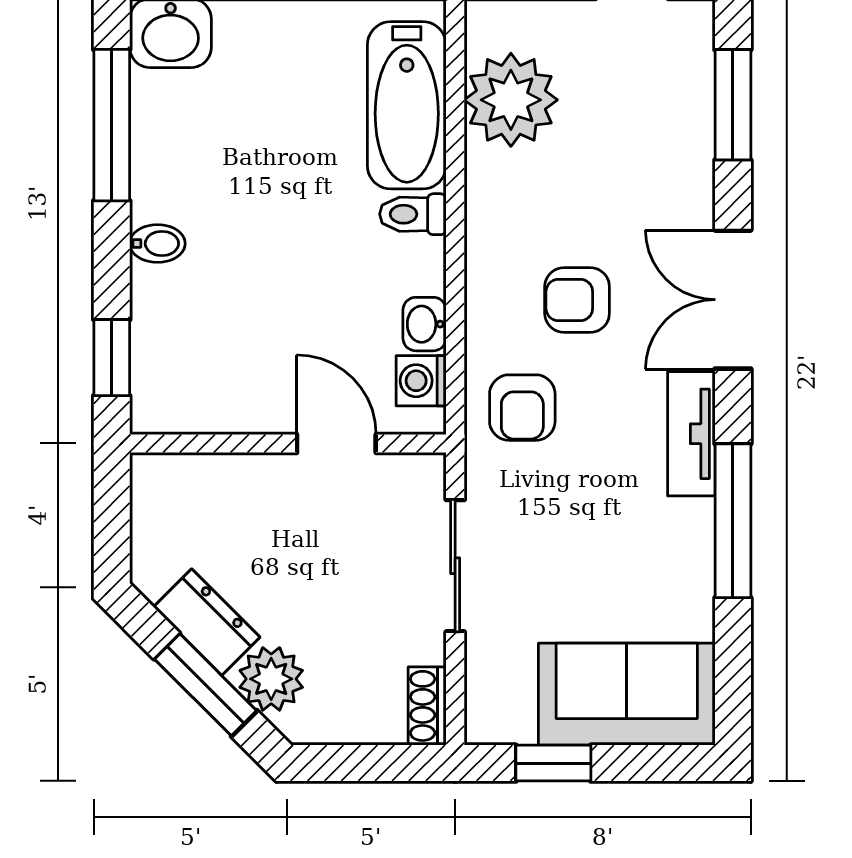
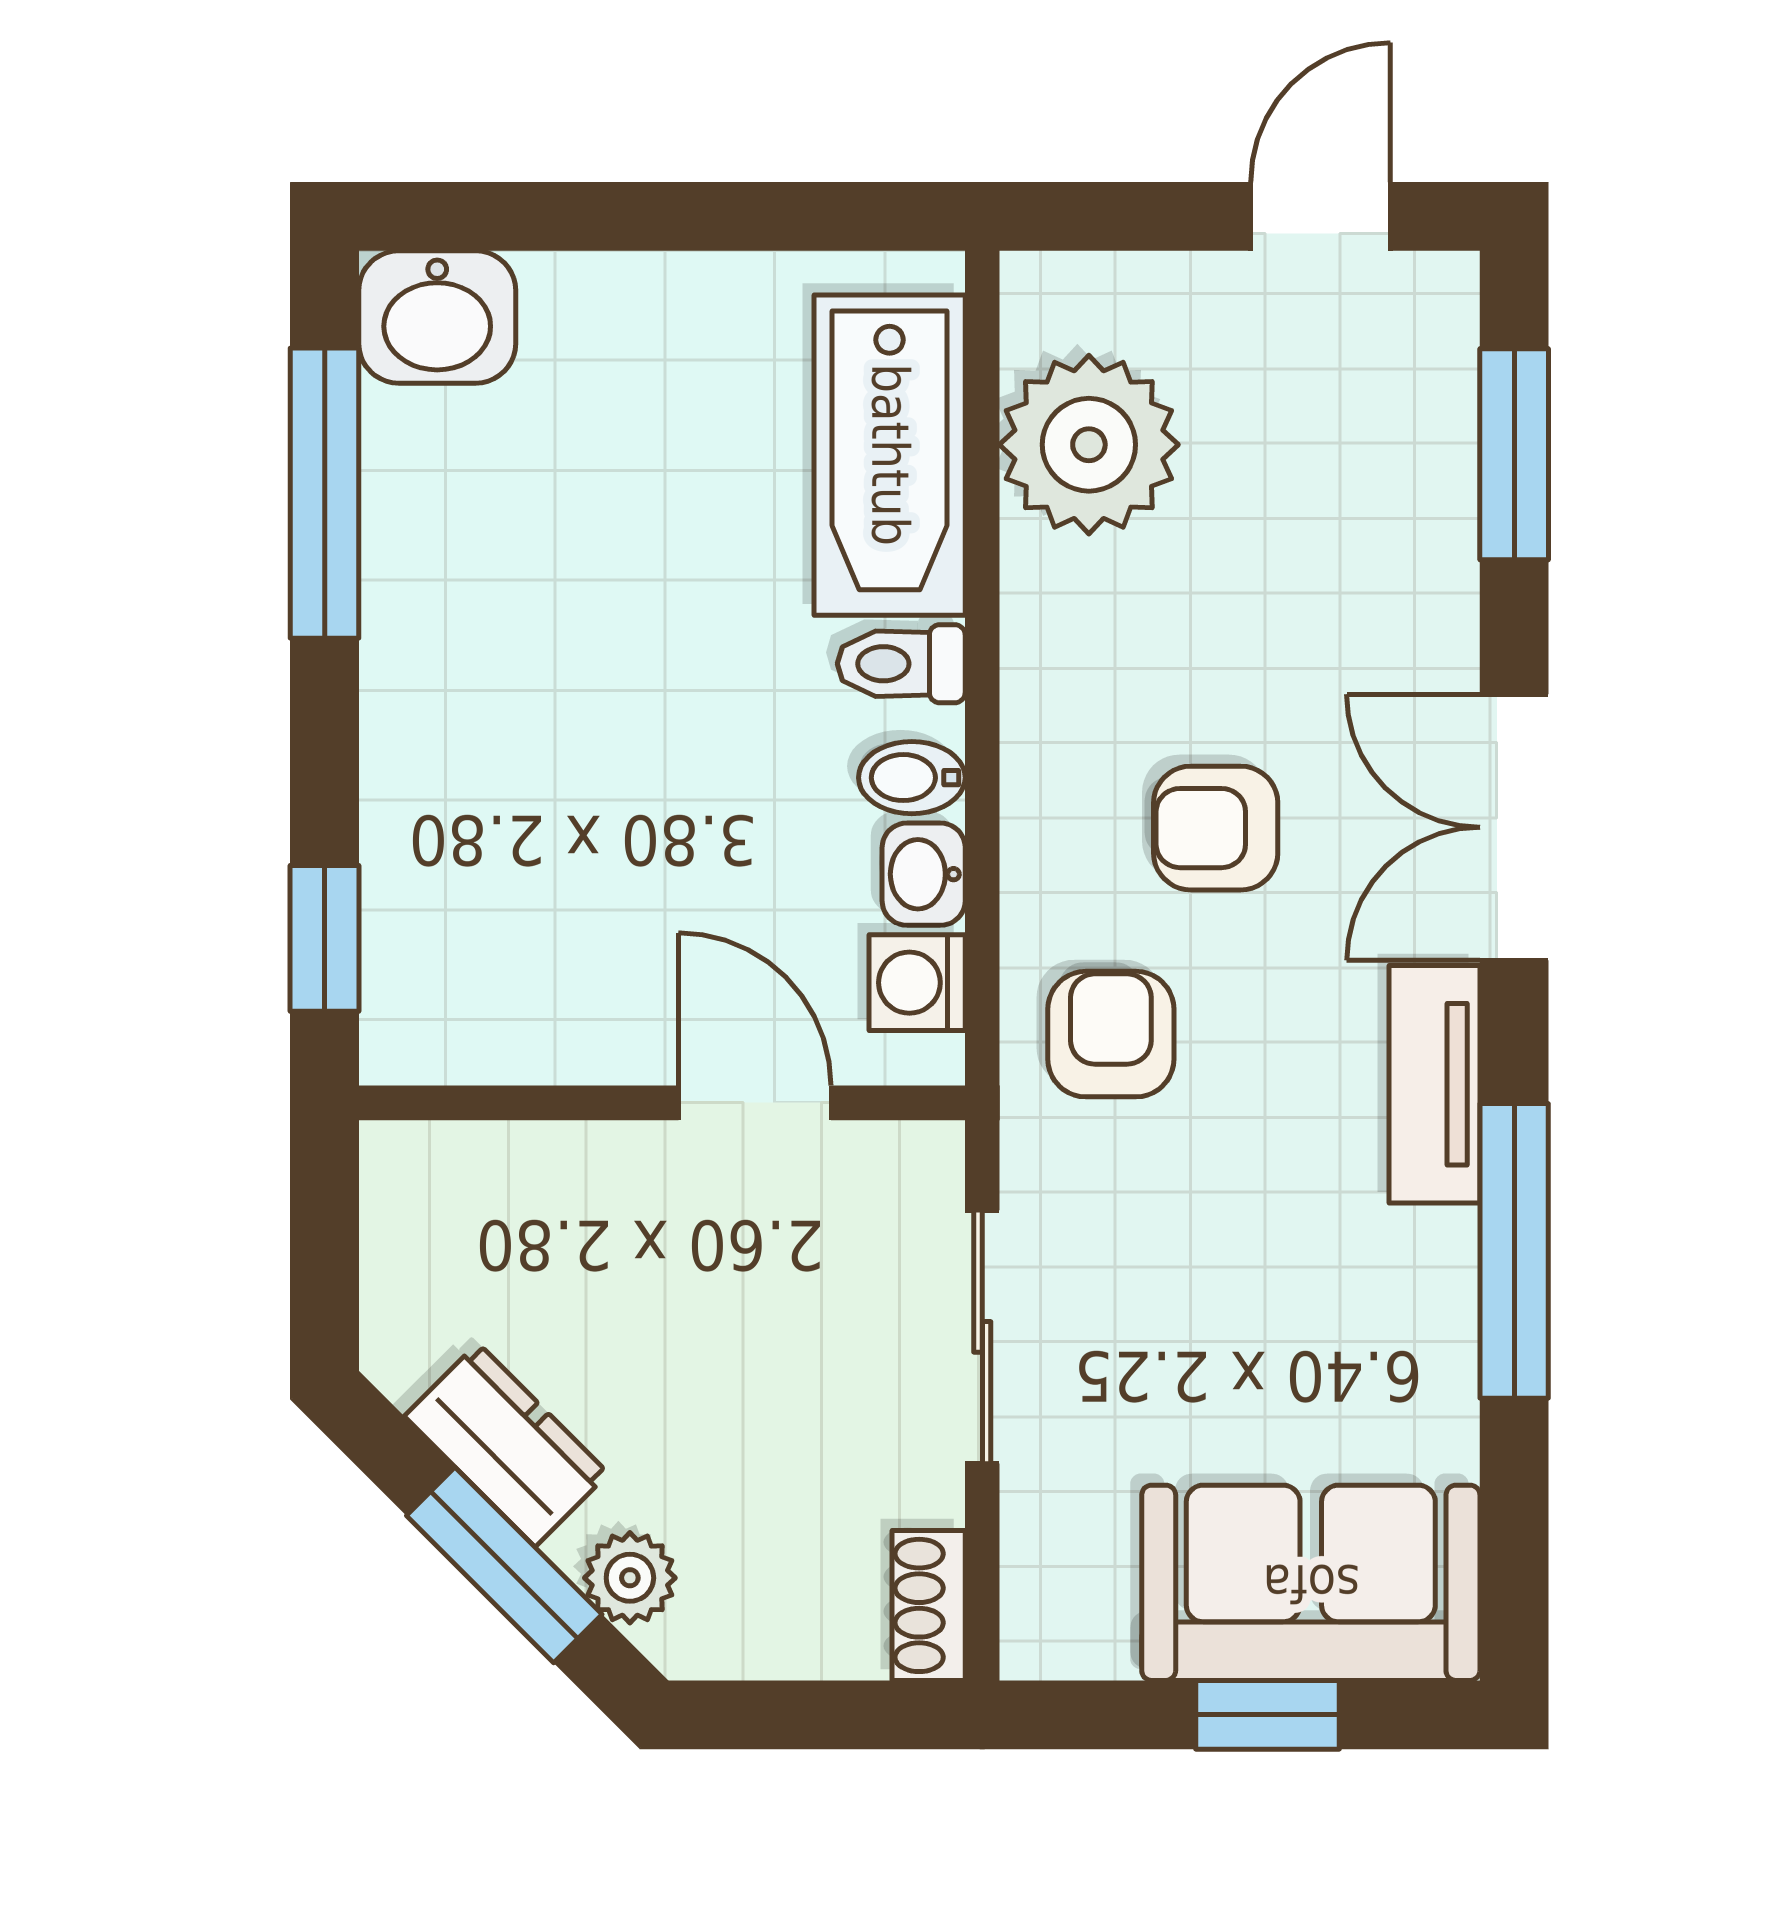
bidet: (157, 243) -> (912, 778), moved, turned 180
armchair: (522, 408) -> (1111, 1034), turned 180
plant: (271, 679) -> (630, 1578), width x0.73, depth x0.73
window: (553, 763) -> (1268, 1715), moved

